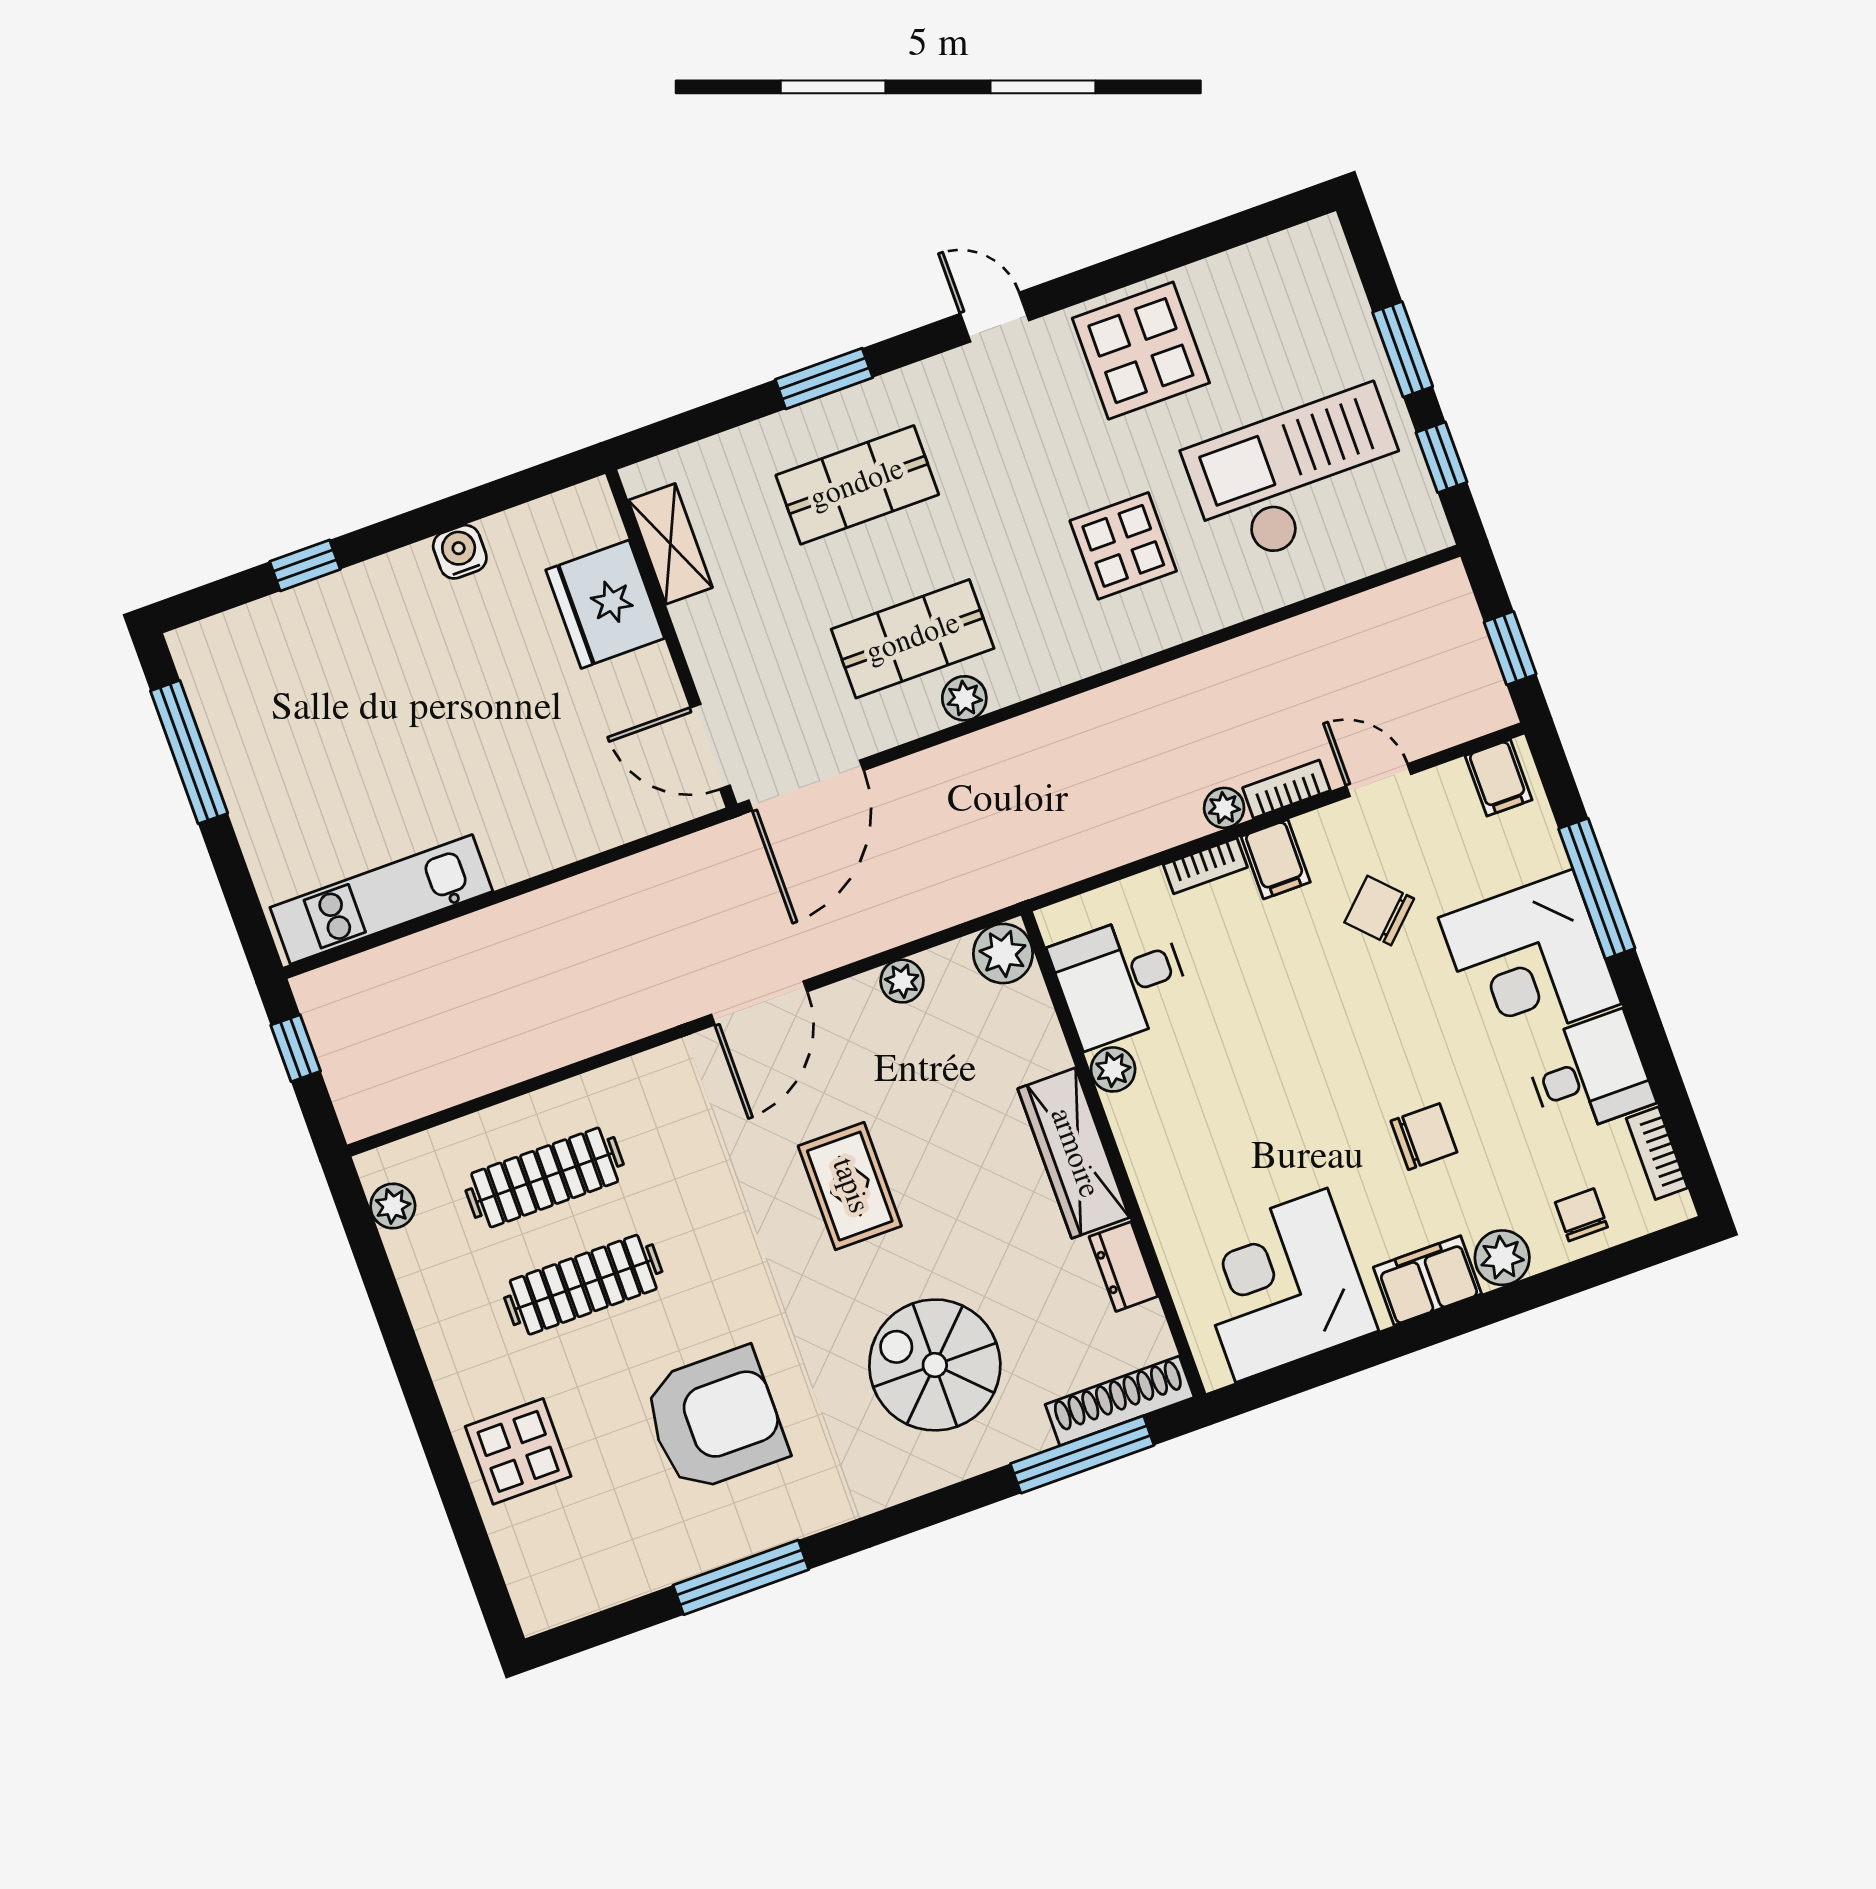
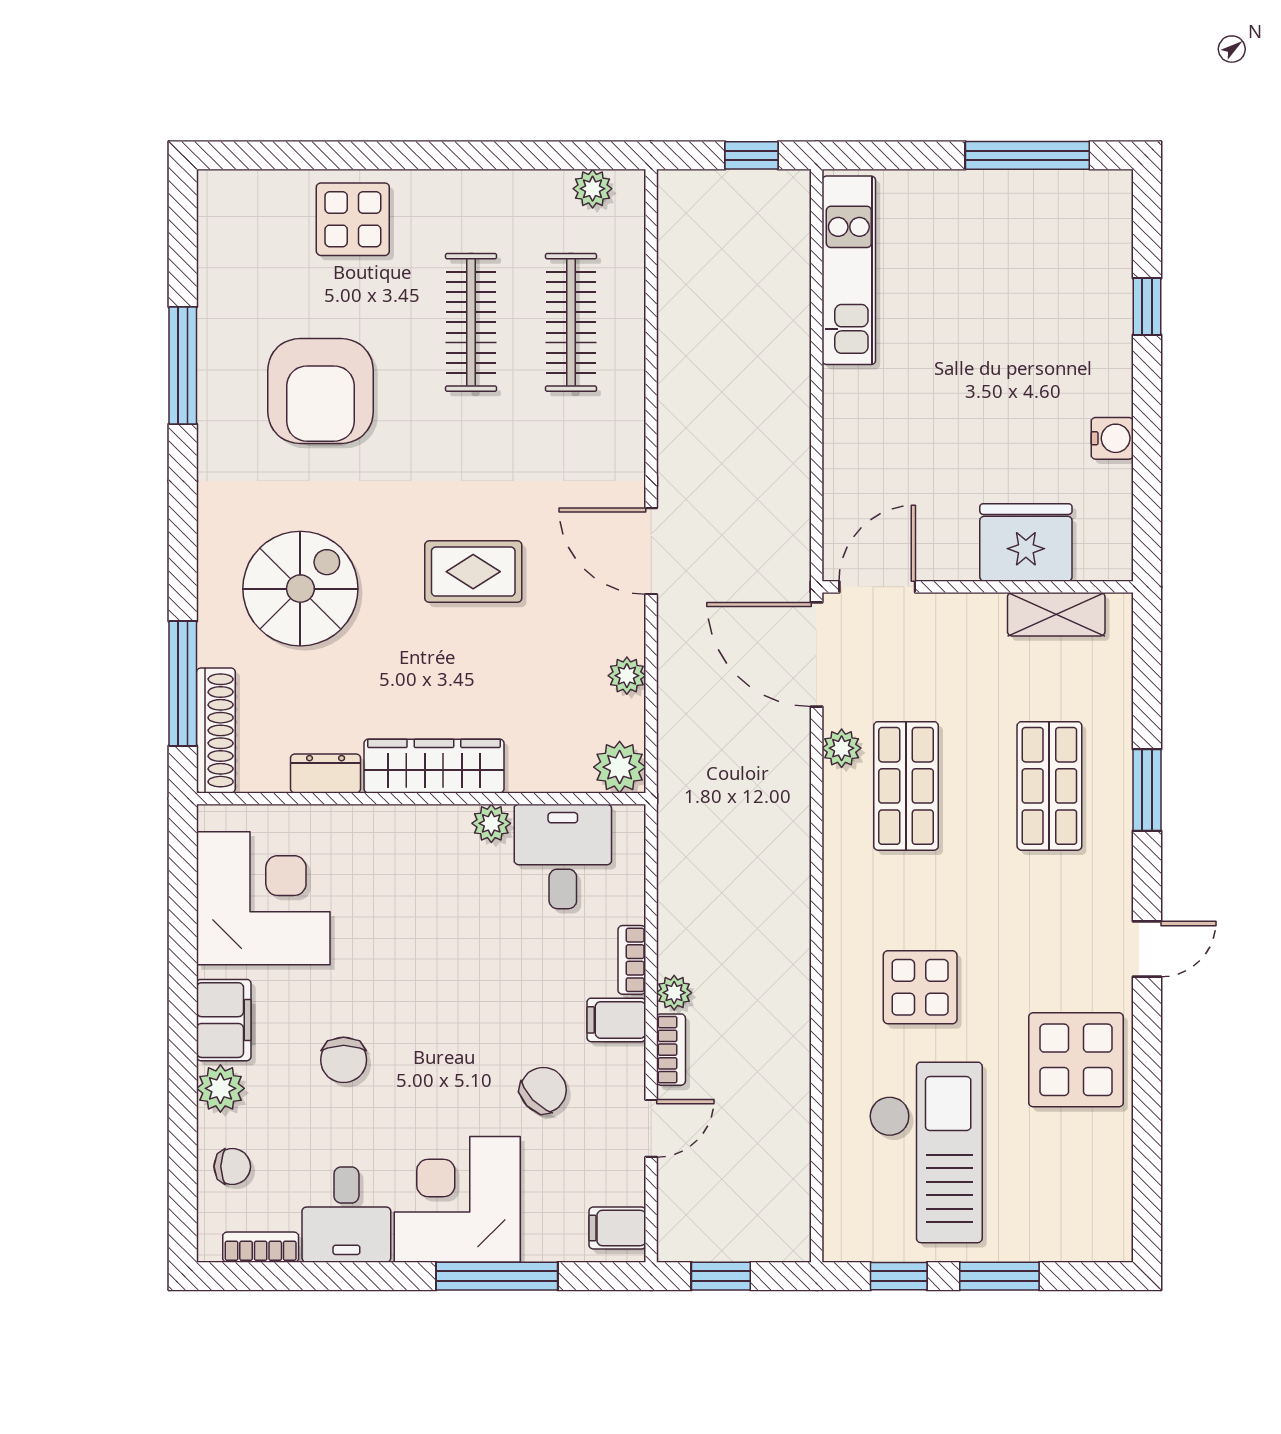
plant: (964, 698) -> (842, 748), moved

